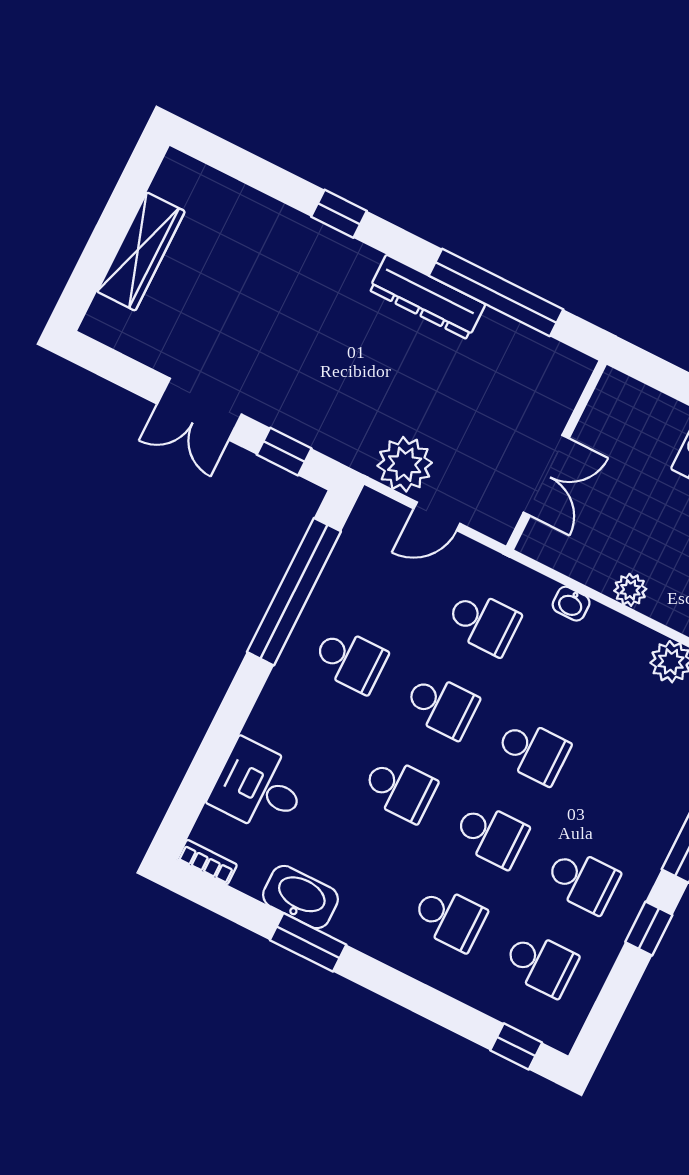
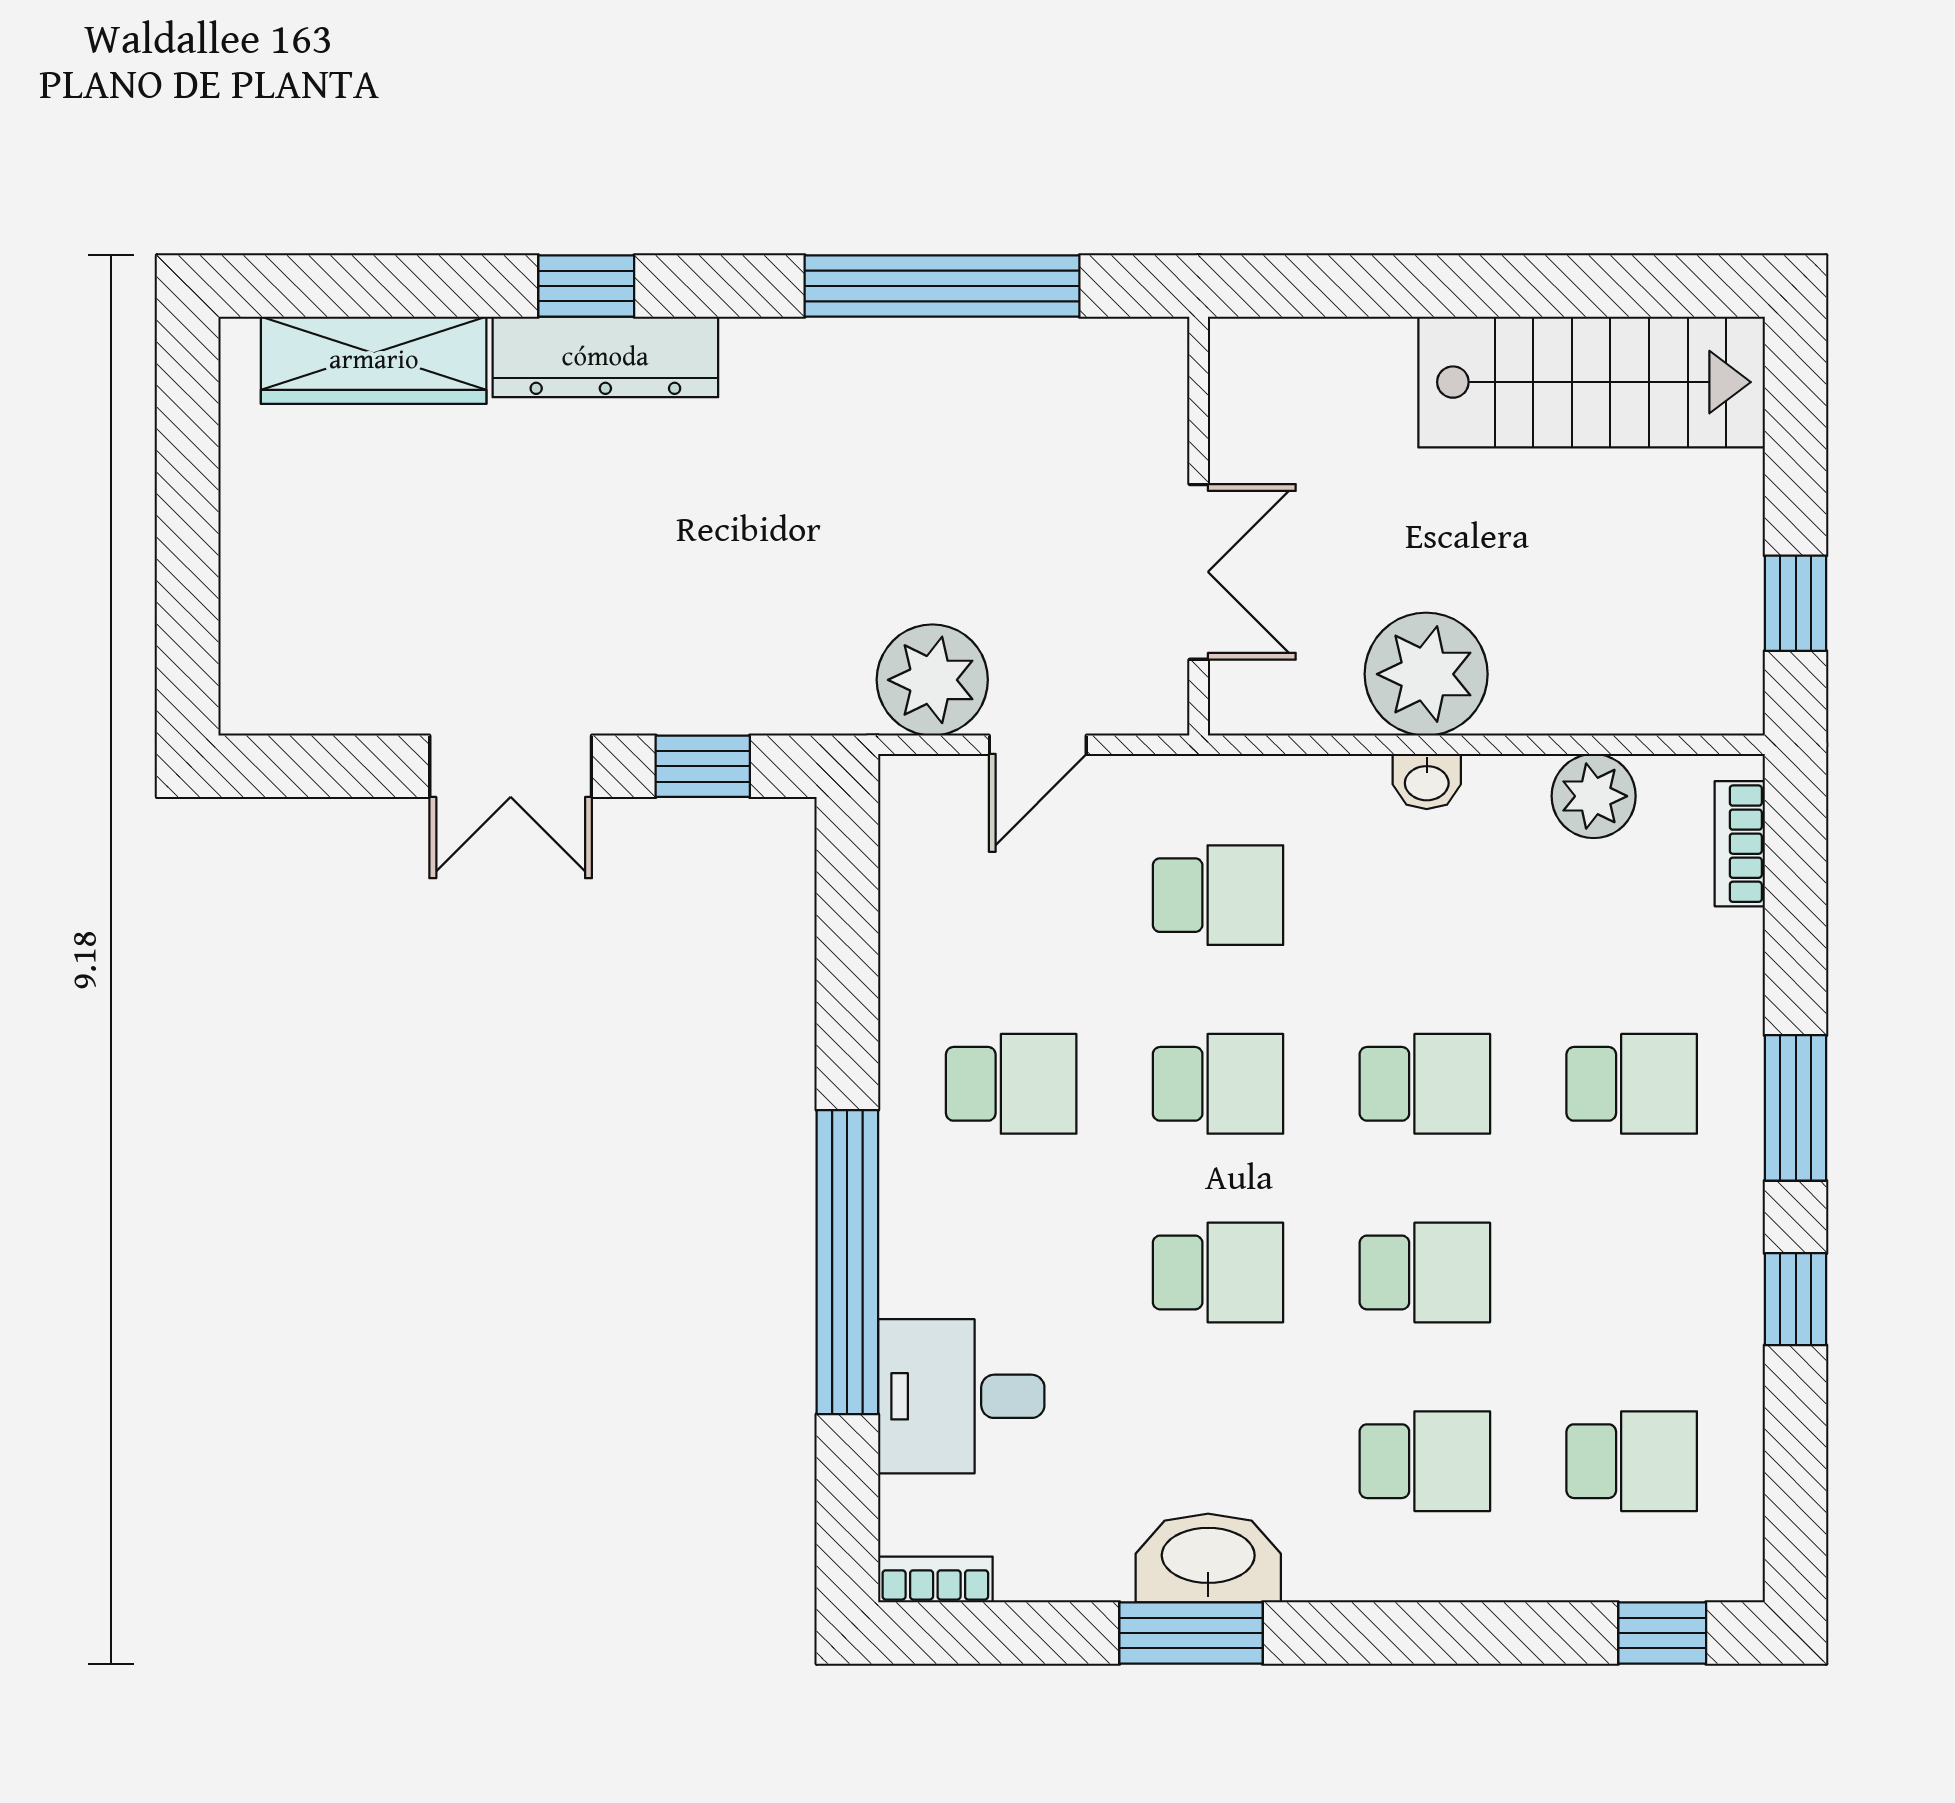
wardrobe: (141, 251) -> (374, 360), moved, turned 90
dresser: (427, 297) -> (605, 357), moved
plant: (630, 590) -> (1426, 674), width x1.87, depth x1.87
window: (294, 592) -> (847, 1262), moved
washbasin: (571, 604) -> (1427, 782), moved
school desk: (582, 881) -> (1632, 1084), moved
washbasin: (300, 897) -> (1208, 1558), moved

